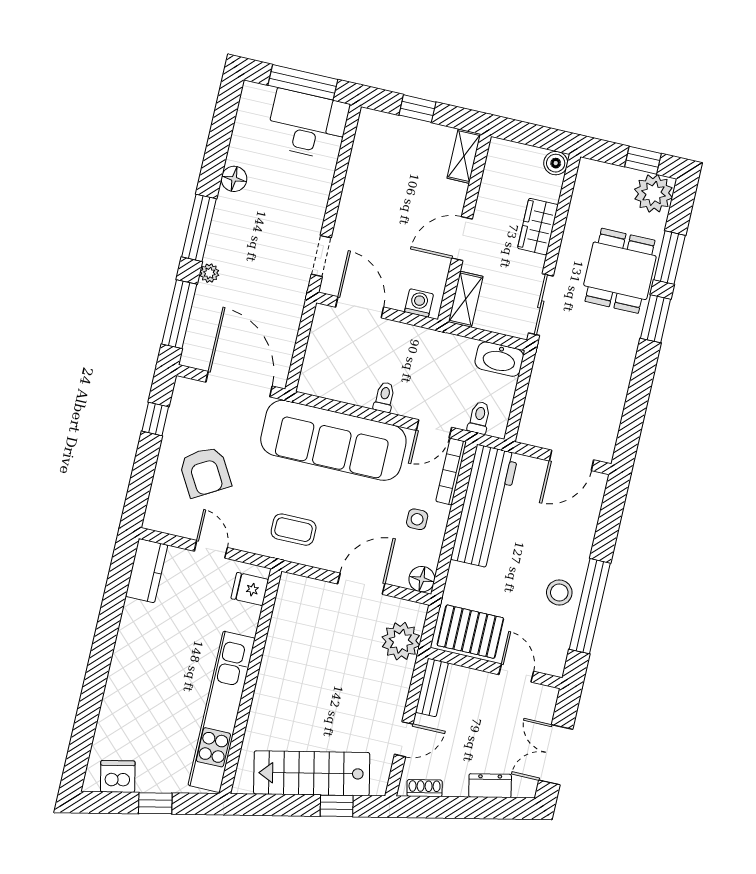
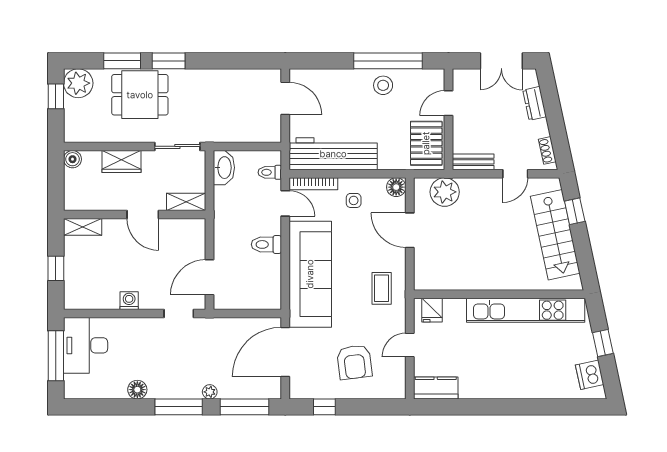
washing machine: (419, 303) -> (129, 301), moved, turned 90
toilet: (384, 397) -> (266, 244), width x1.37, depth x1.39
armchair: (205, 472) -> (354, 362), turned 113
door: (404, 739) -> (515, 174), swing flipped

